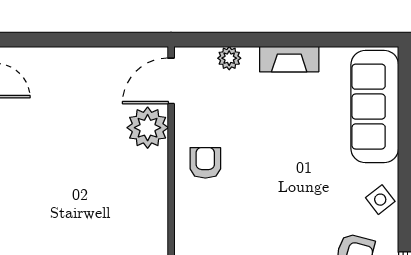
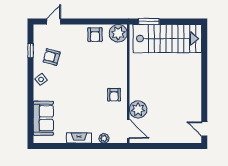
door: (171, 81) -> (128, 129), hinge flipped
sofa: (375, 107) -> (43, 118), width x0.73

